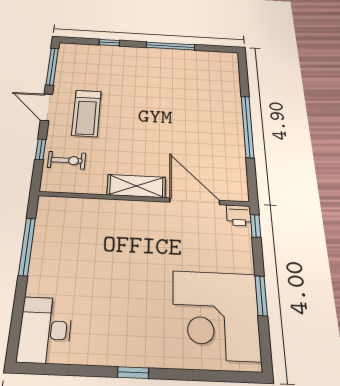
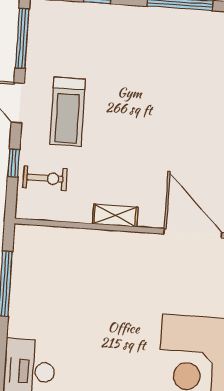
shelving: (136, 186) -> (115, 216), width x0.67, depth x0.75

